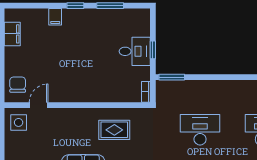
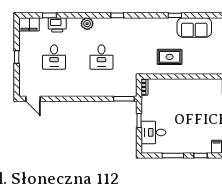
desk: (135, 51) -> (153, 132), moved
desk: (200, 130) -> (101, 57), width x0.73

